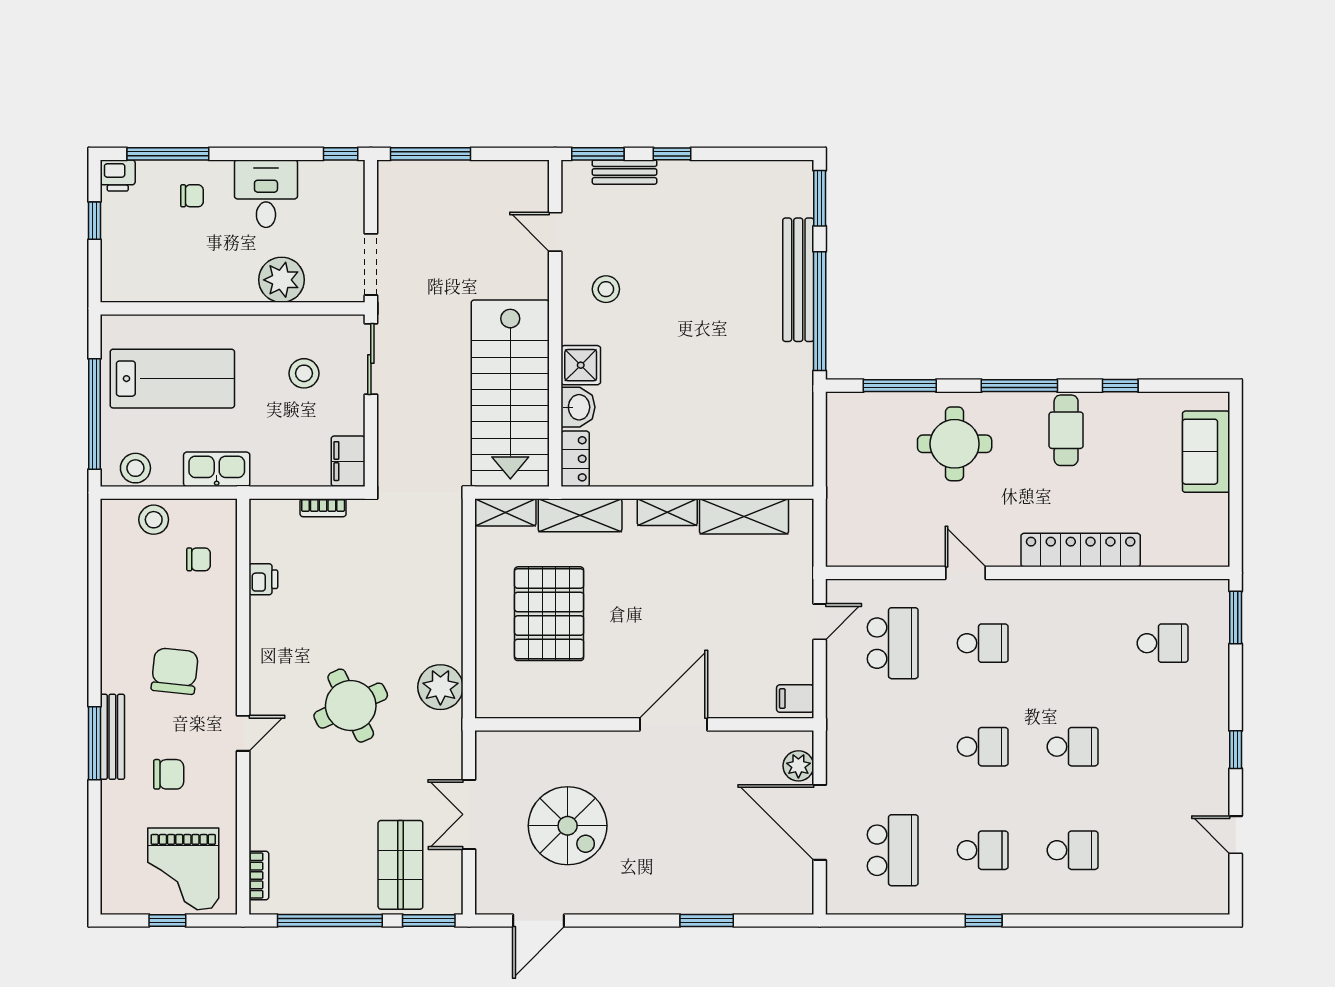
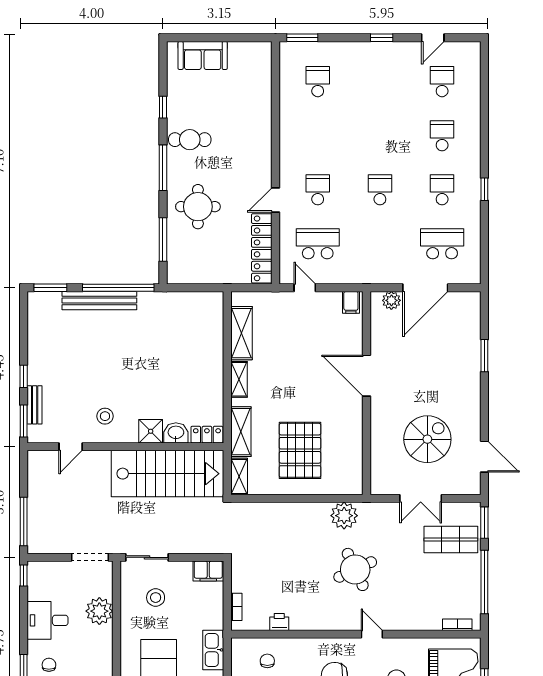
bookcase: (323, 508) -> (236, 607), moved
locker: (1081, 550) -> (262, 248), moved
pallet: (549, 614) -> (300, 450), turned 90
school desk: (1073, 747) -> (442, 82), moved

